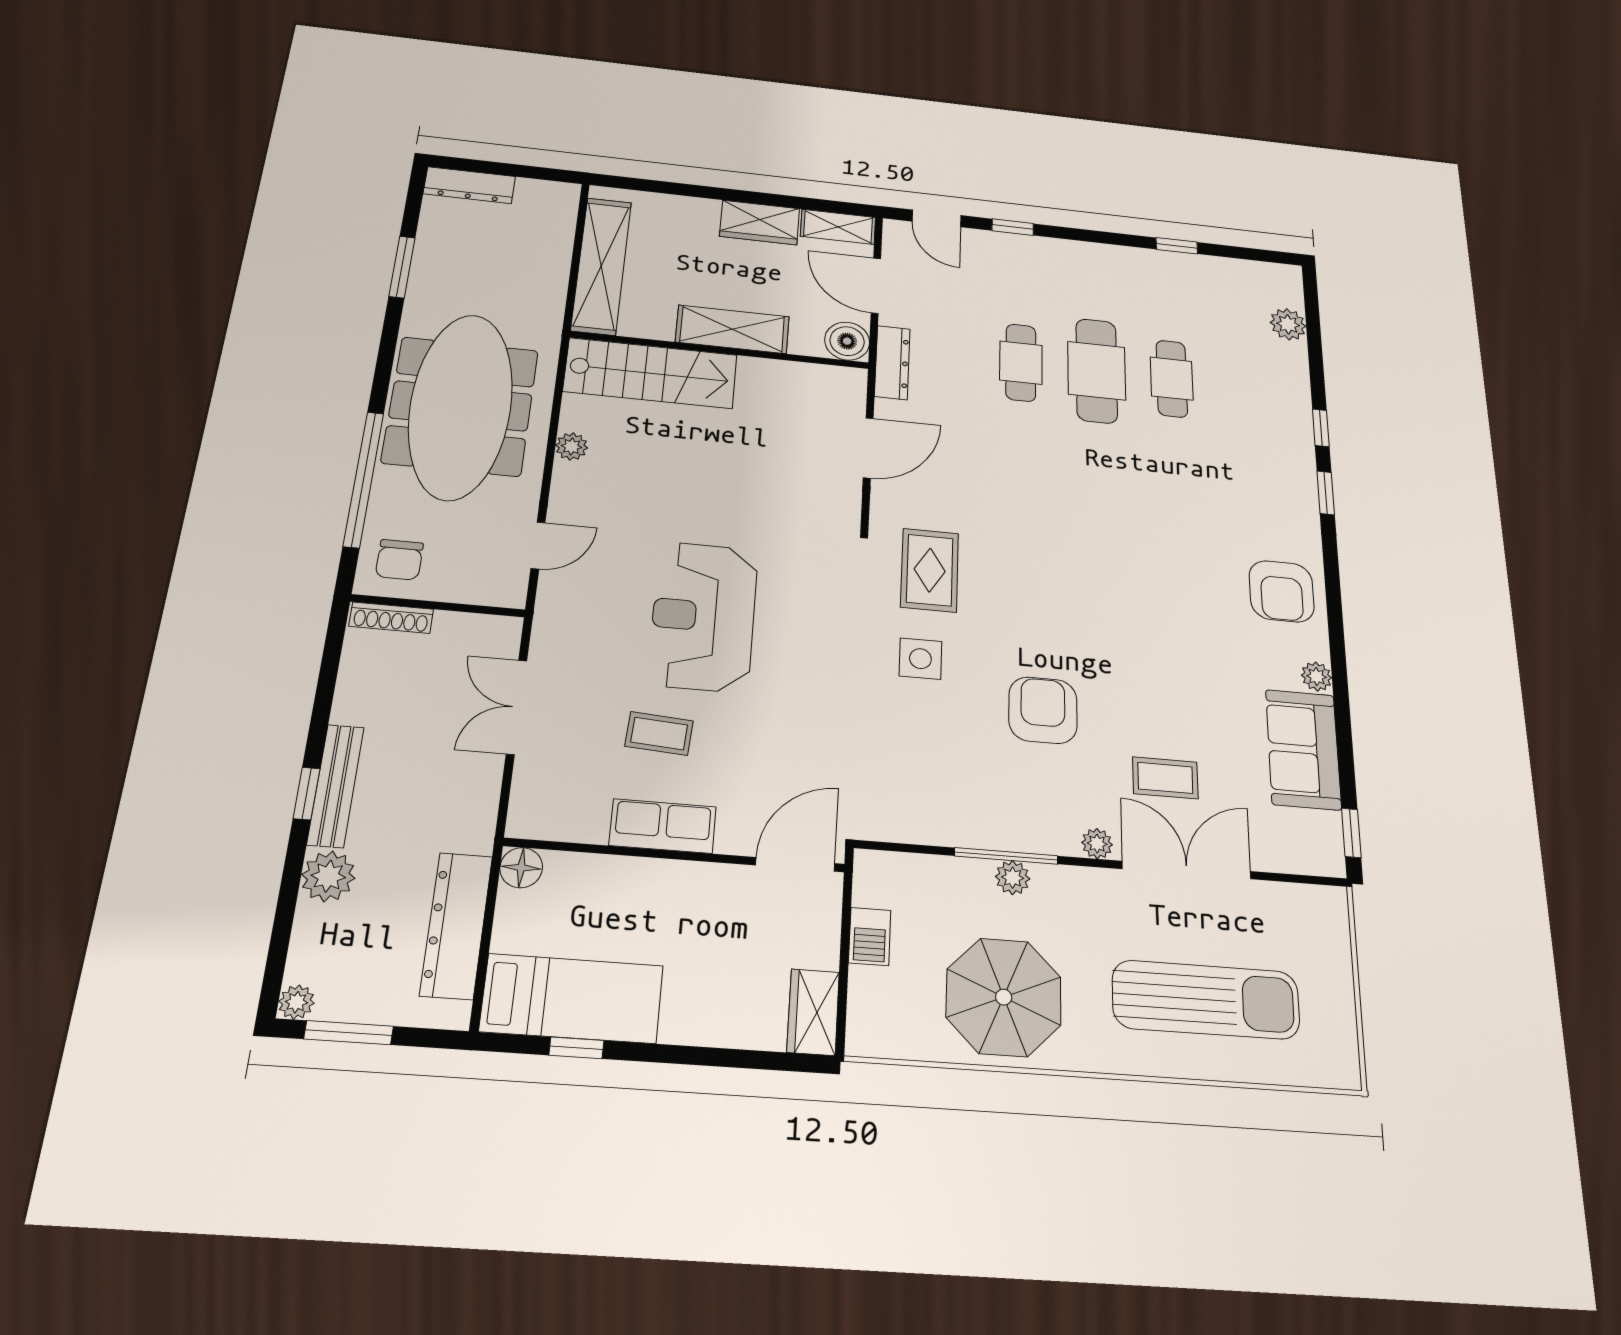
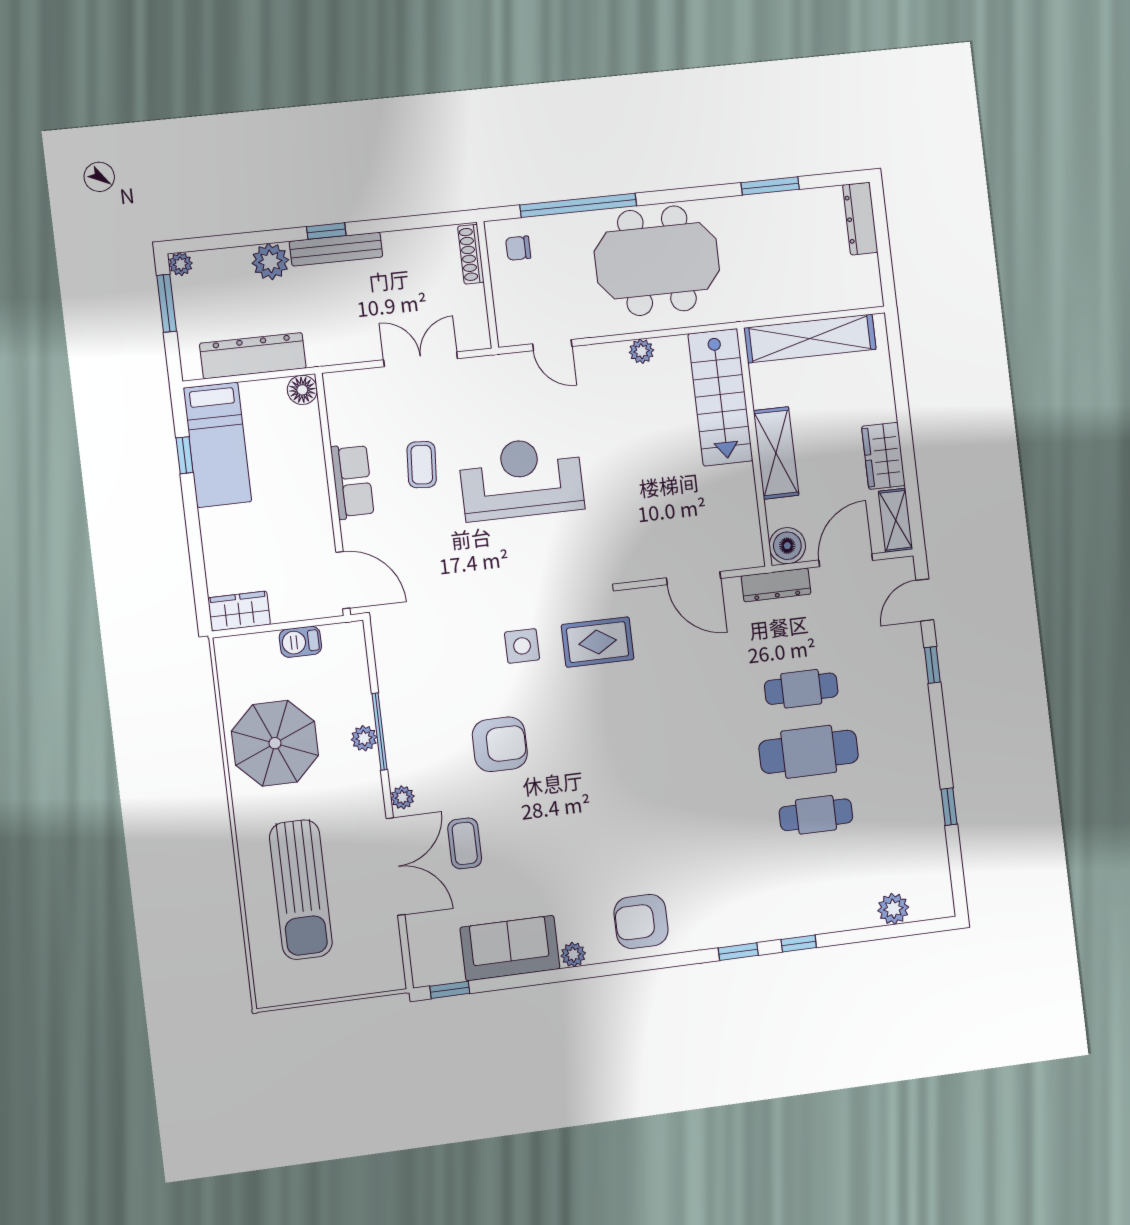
meeting table: (461, 406) -> (657, 261), width x0.73
chair: (399, 560) -> (518, 248), width x0.73, depth x0.73

